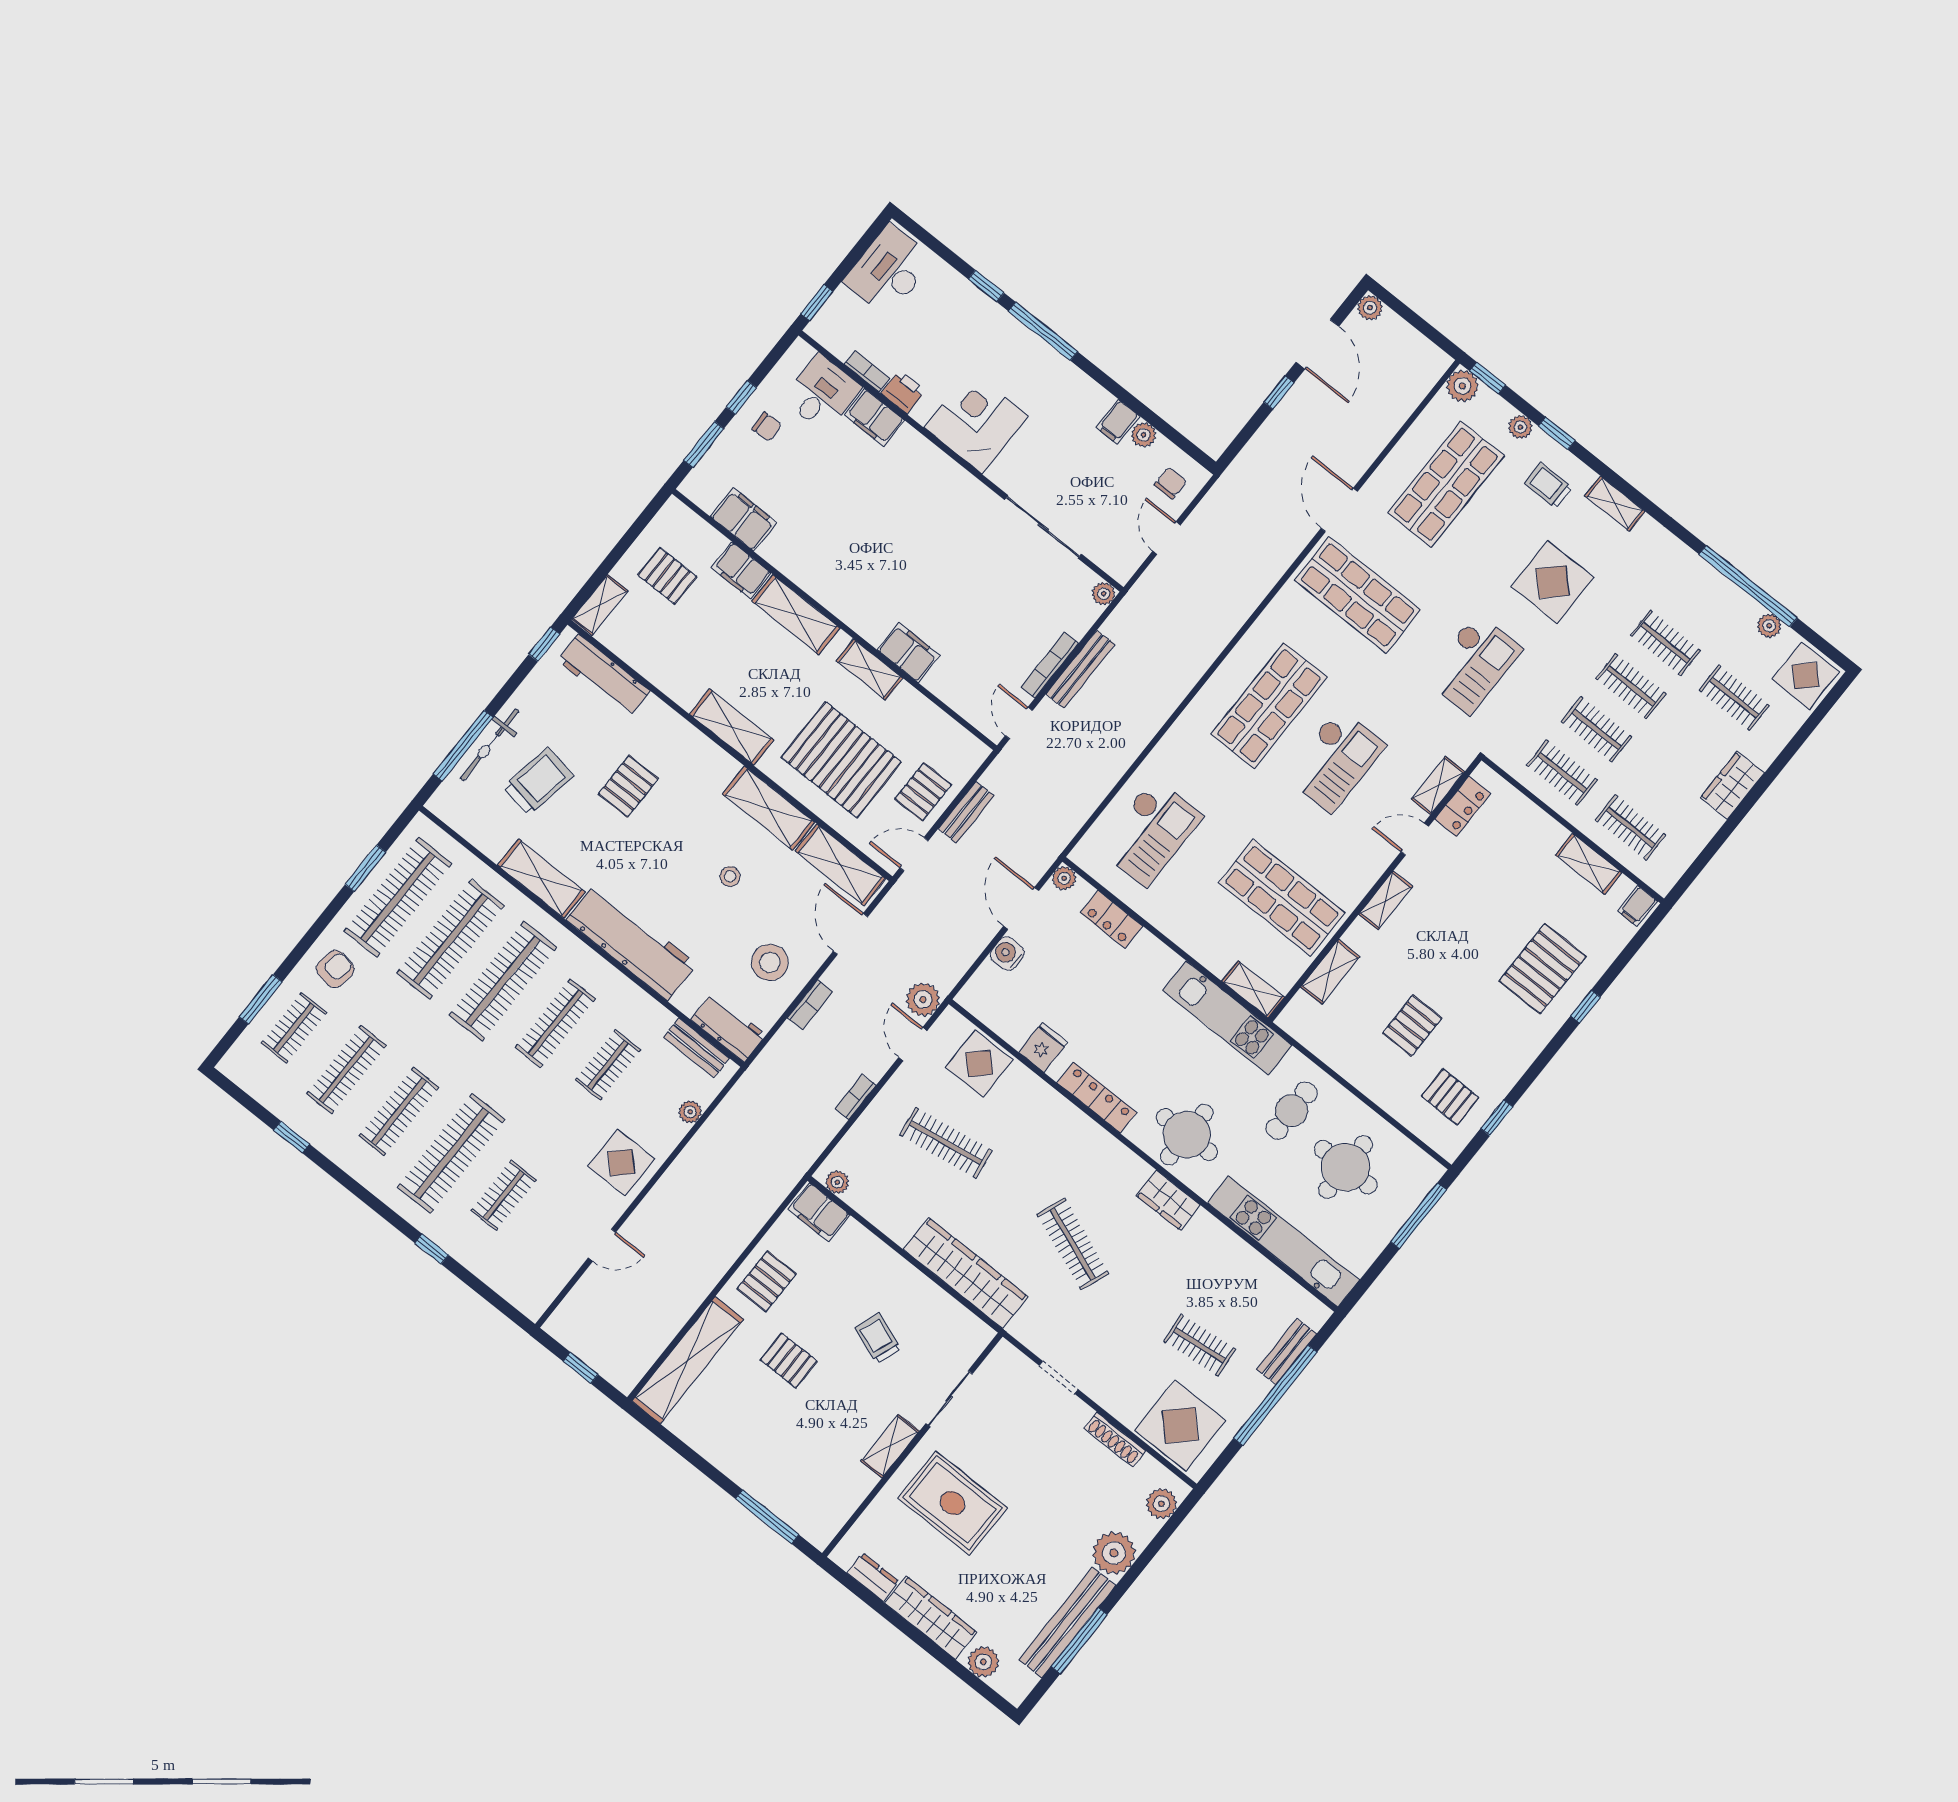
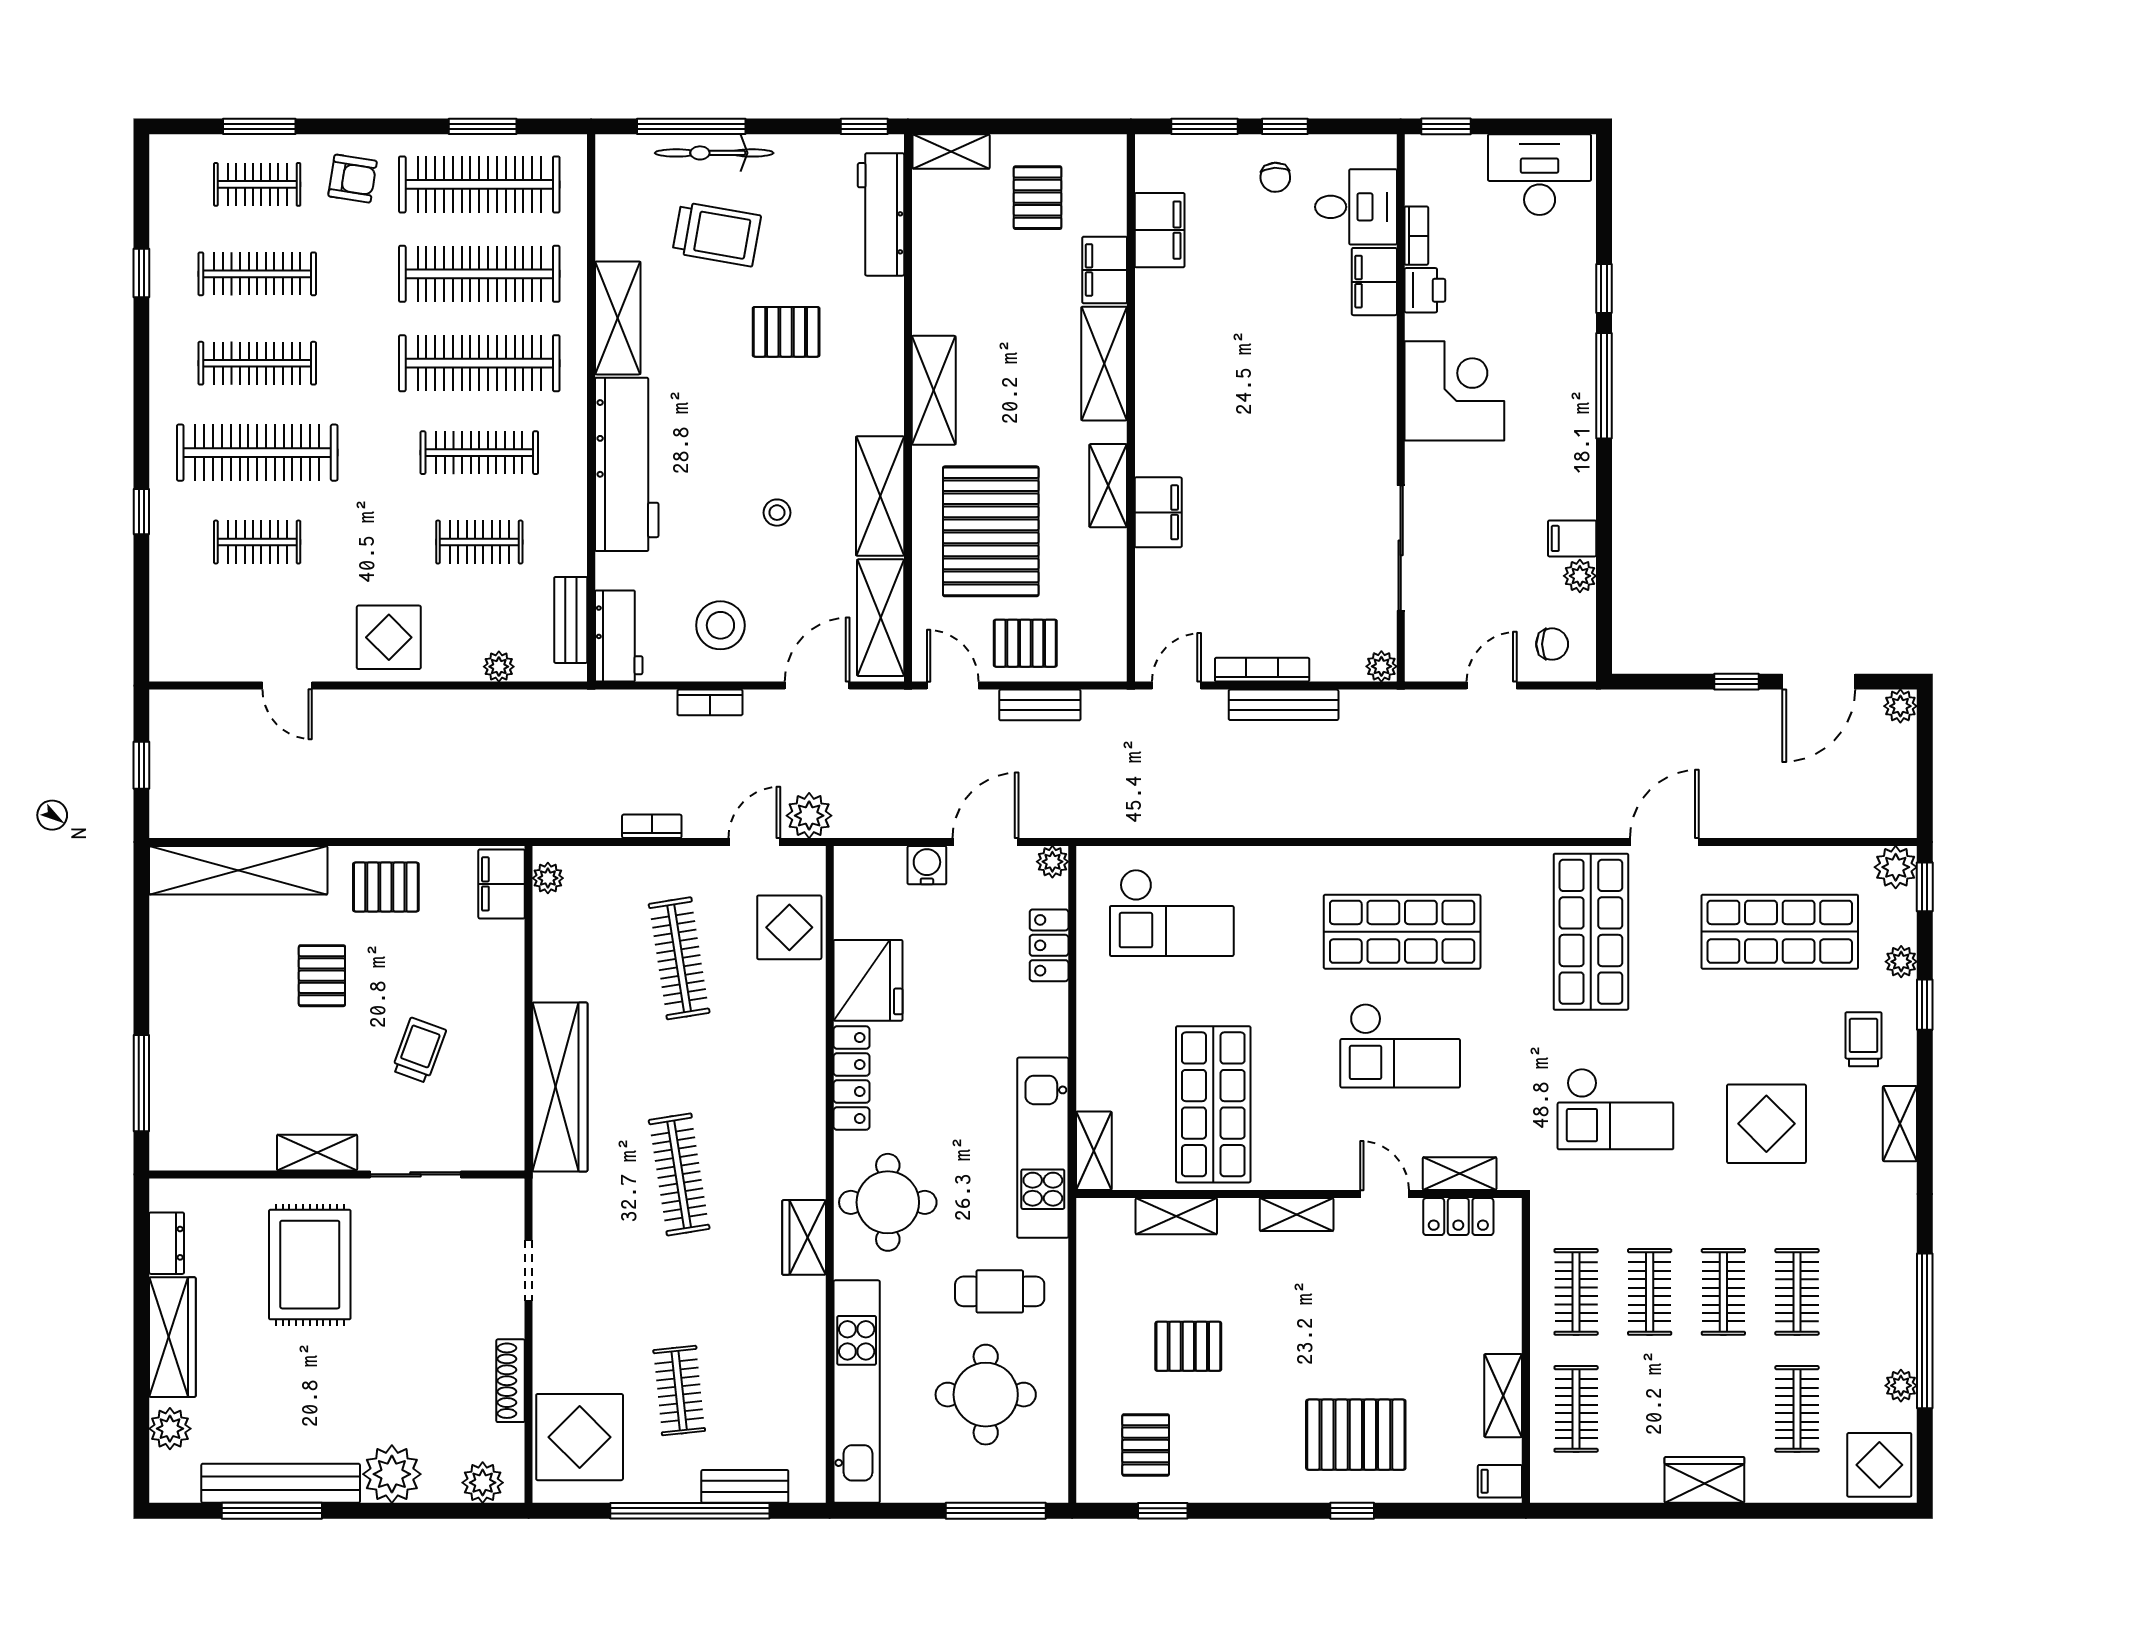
fridge: (1043, 1047) -> (868, 980), width x1.88, depth x1.34
clothes rail: (1073, 1244) -> (679, 1174), turned -30

